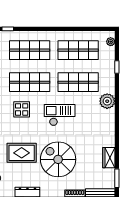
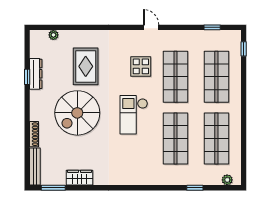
plant: (107, 101) -> (151, 175), removed
checkout: (60, 115) -> (134, 115), turned 180
spiral stairs: (58, 159) -> (77, 113), turned 180

